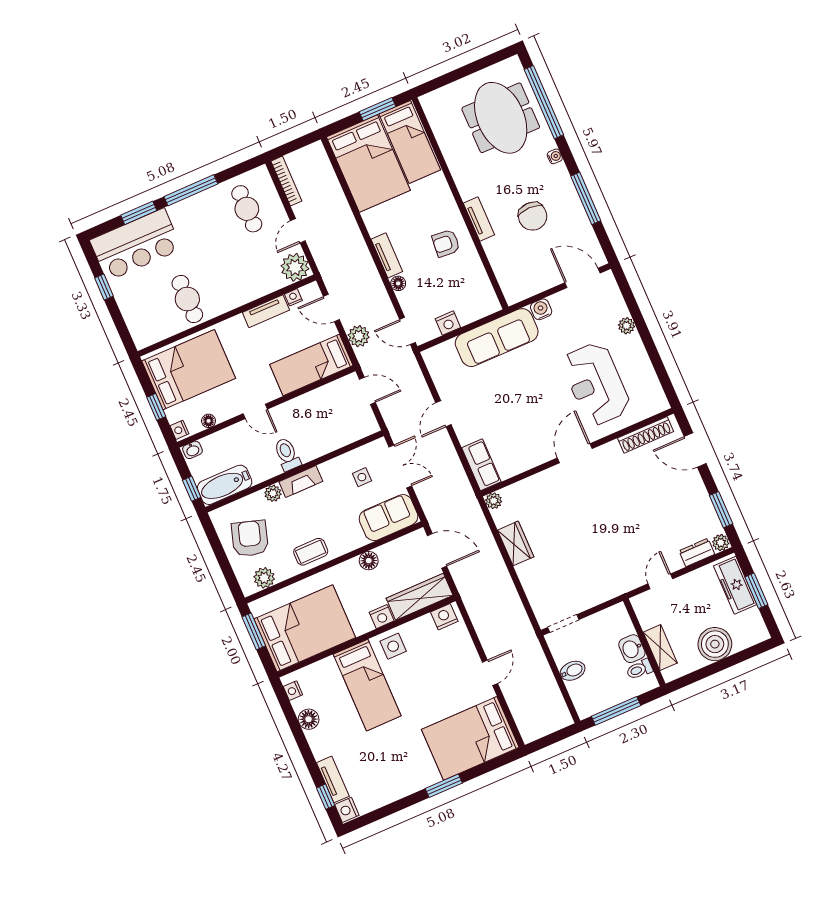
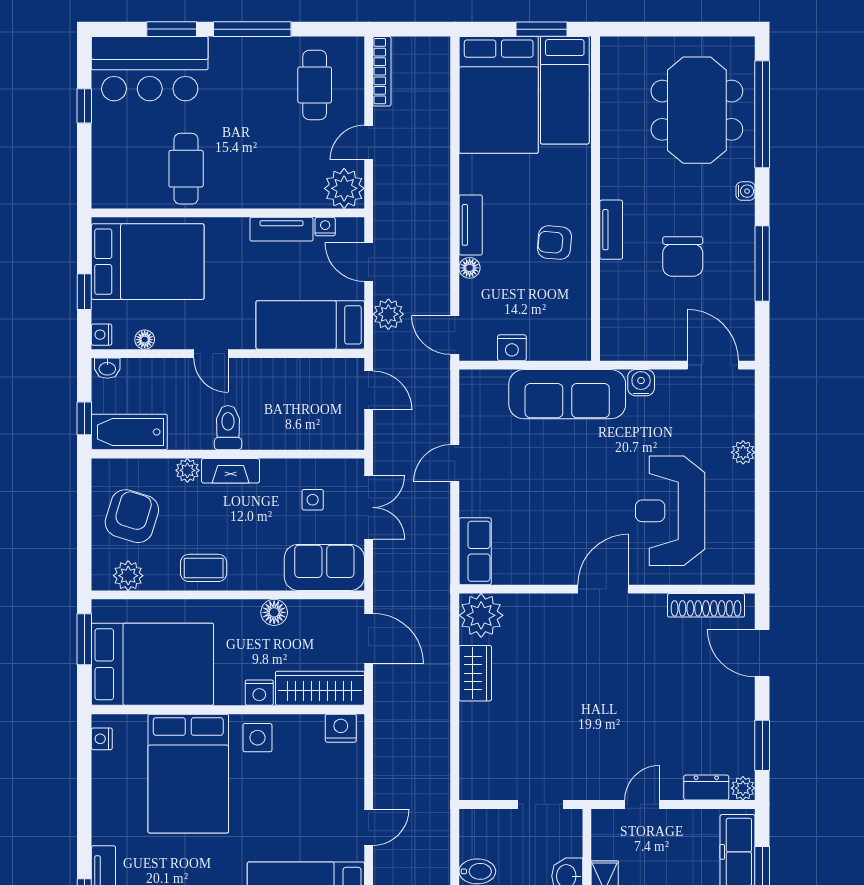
plant: (494, 501) -> (481, 615), width x1.88, depth x1.88
doorway: (563, 624) -> (540, 804), moved
bed: (367, 685) -> (188, 774), width x1.50
floor lamp: (309, 719) -> (106, 785), removed

